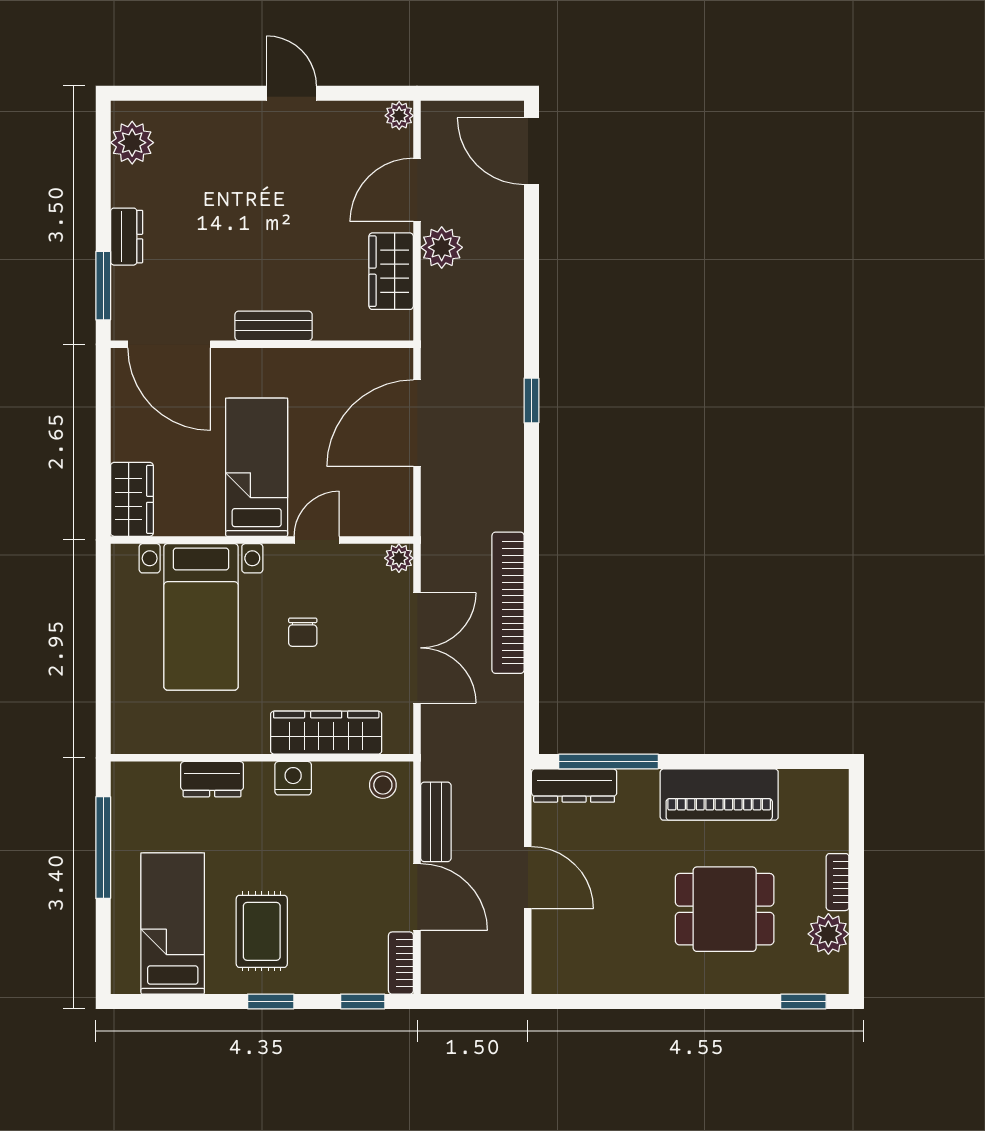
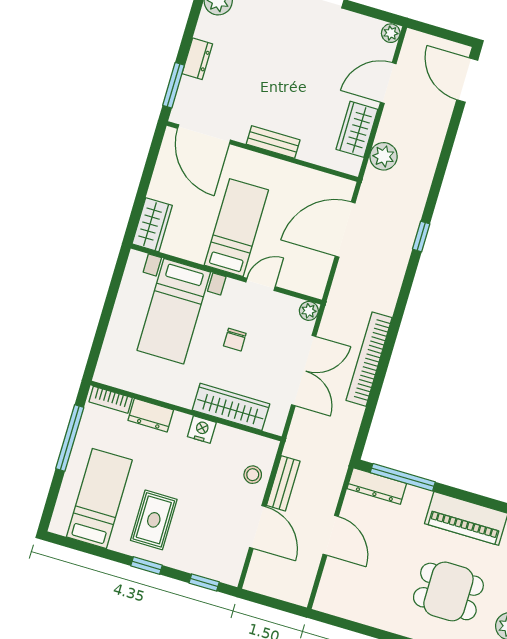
plant: (442, 247) -> (383, 156), moved
stool: (383, 785) -> (253, 475), moved
bookcase: (401, 963) -> (111, 400), moved, turned -90

